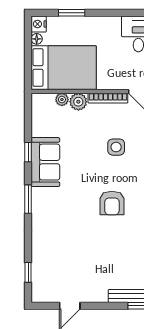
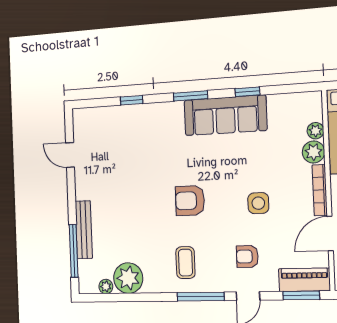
sofa: (45, 162) -> (225, 115), width x1.36
window: (28, 272) -> (131, 100), moved

